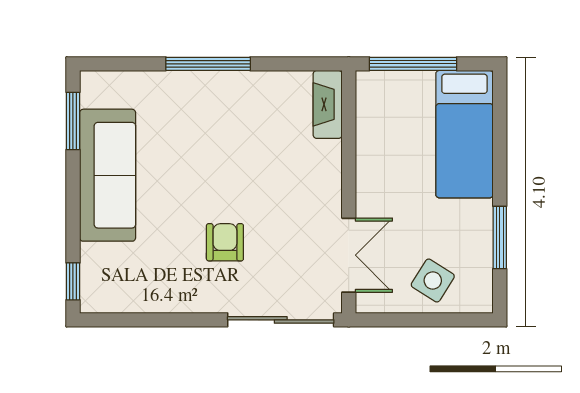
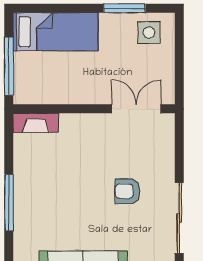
side table: (433, 281) -> (149, 33), moved, turned -32
sliding door: (281, 320) -> (179, 218), moved

